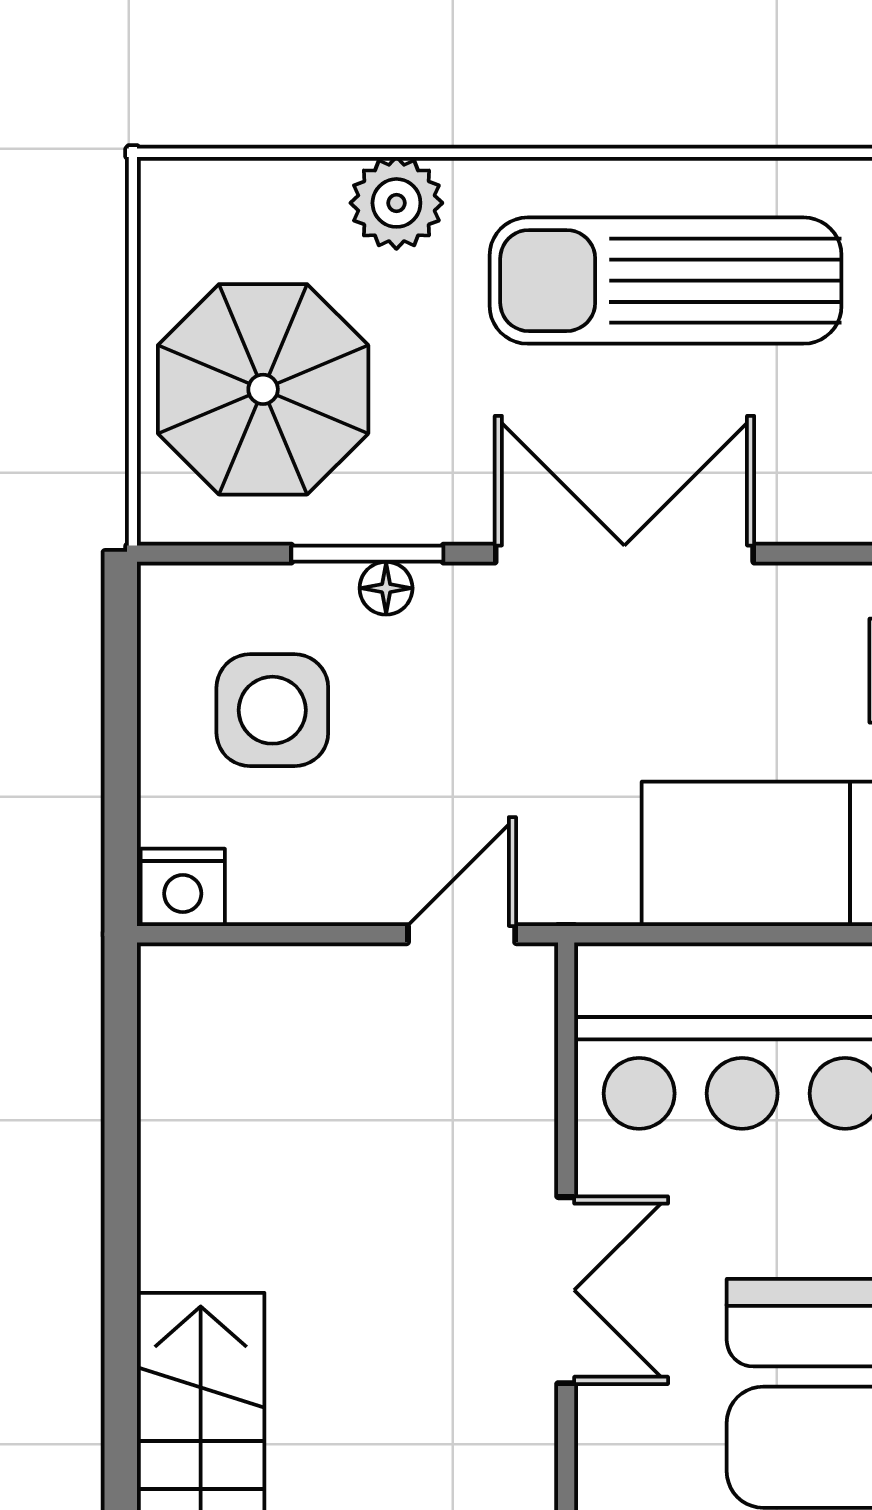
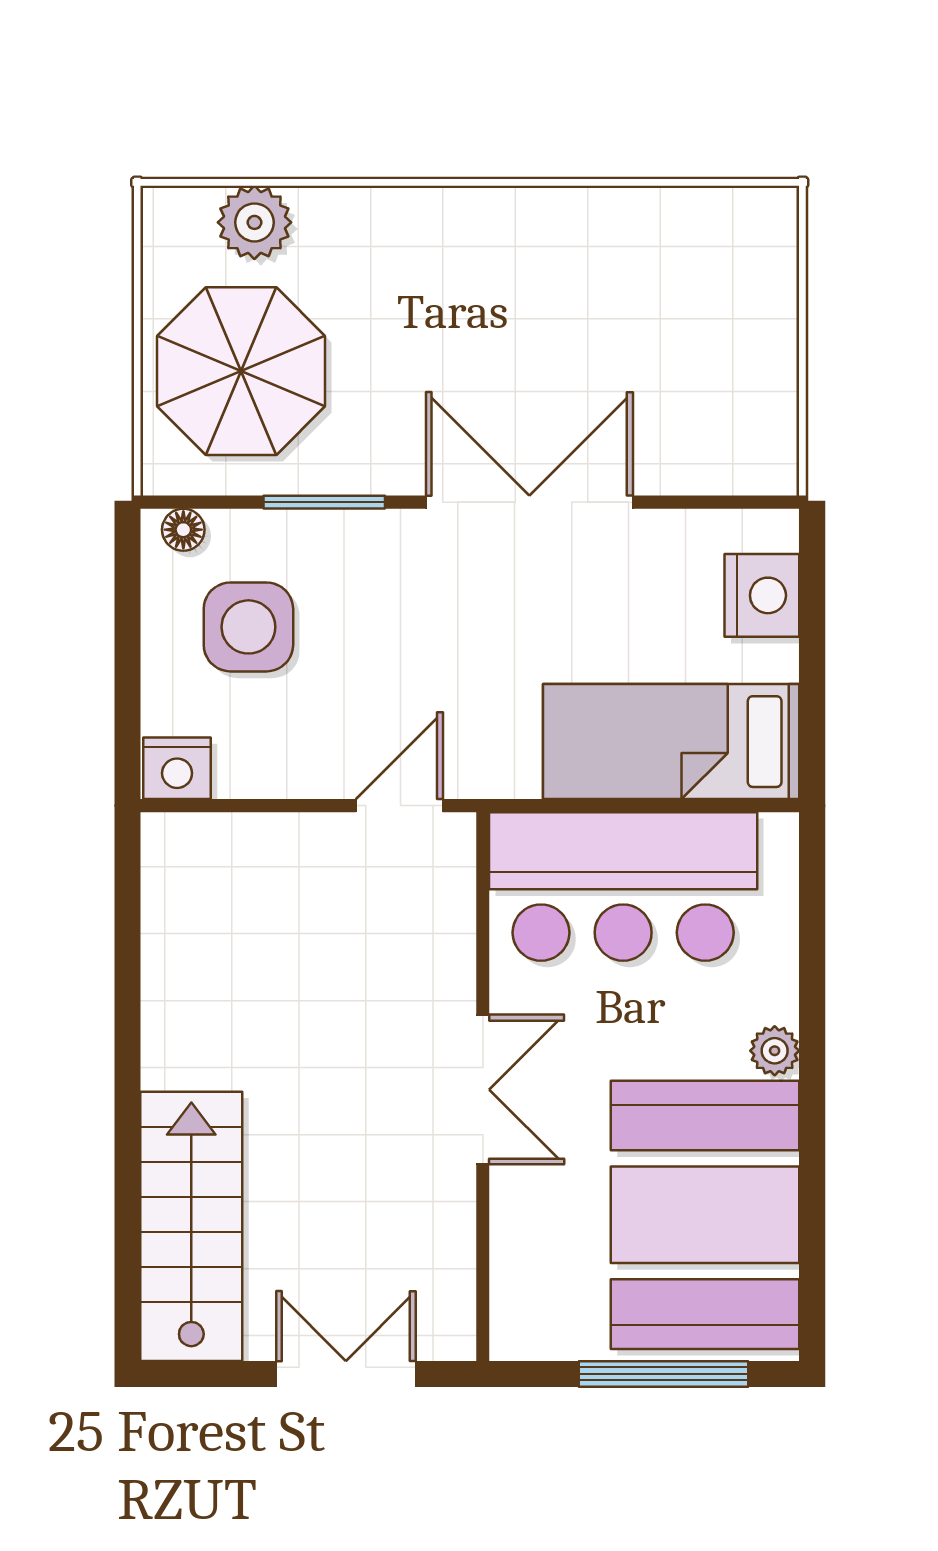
plant: (396, 203) -> (254, 222), moved
sun lounger: (666, 281) -> (562, 284), removed
floor lamp: (386, 588) -> (183, 530), moved

